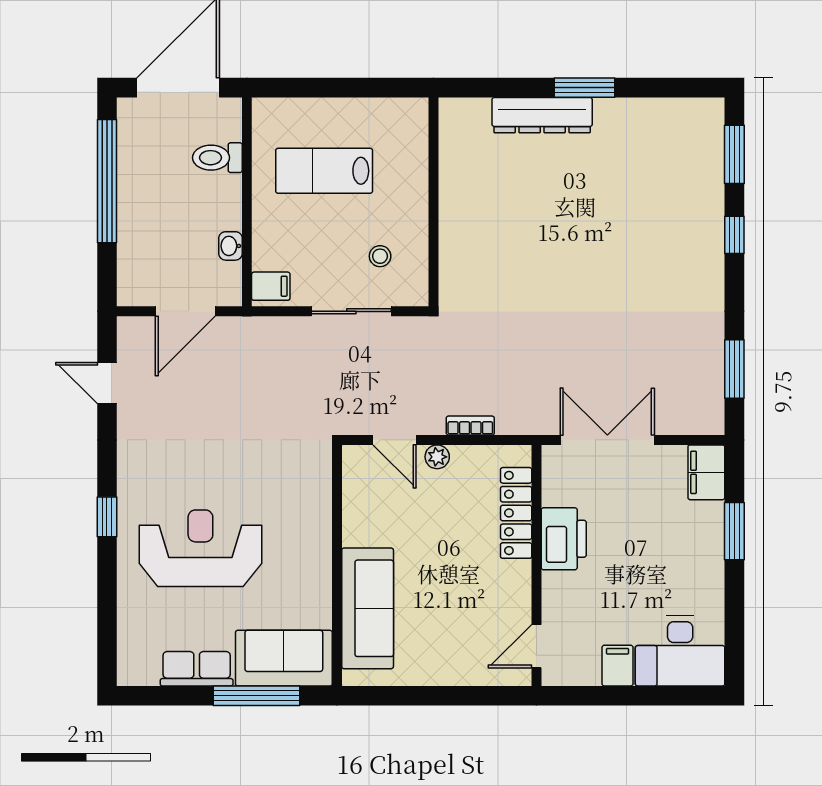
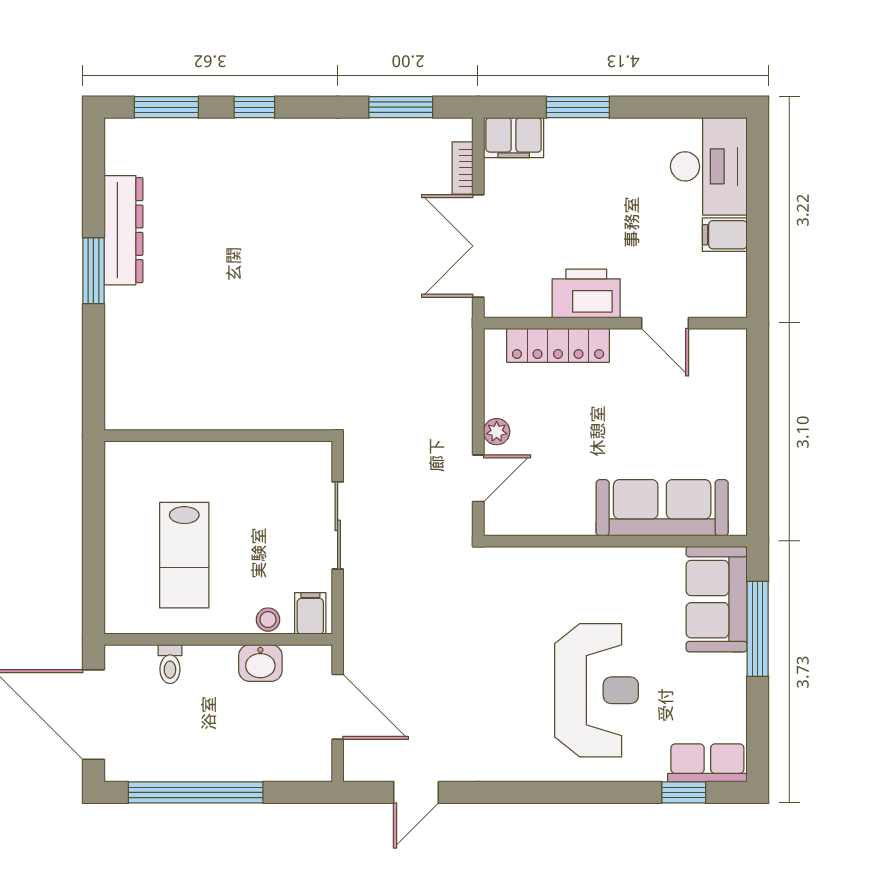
dresser: (542, 115) -> (124, 230), moved
toilet: (217, 158) -> (170, 664), width x0.73, depth x0.72
washbasin: (230, 246) -> (260, 663), width x1.38, depth x1.45
stool: (380, 256) -> (268, 620), moved
bookcase: (470, 426) -> (463, 168), moved
window: (107, 517) -> (684, 792), moved
reception desk: (200, 548) -> (596, 690), turned 180
door: (536, 646) -> (665, 323), moved
row of seats: (197, 669) -> (707, 763), moved, turned 90

